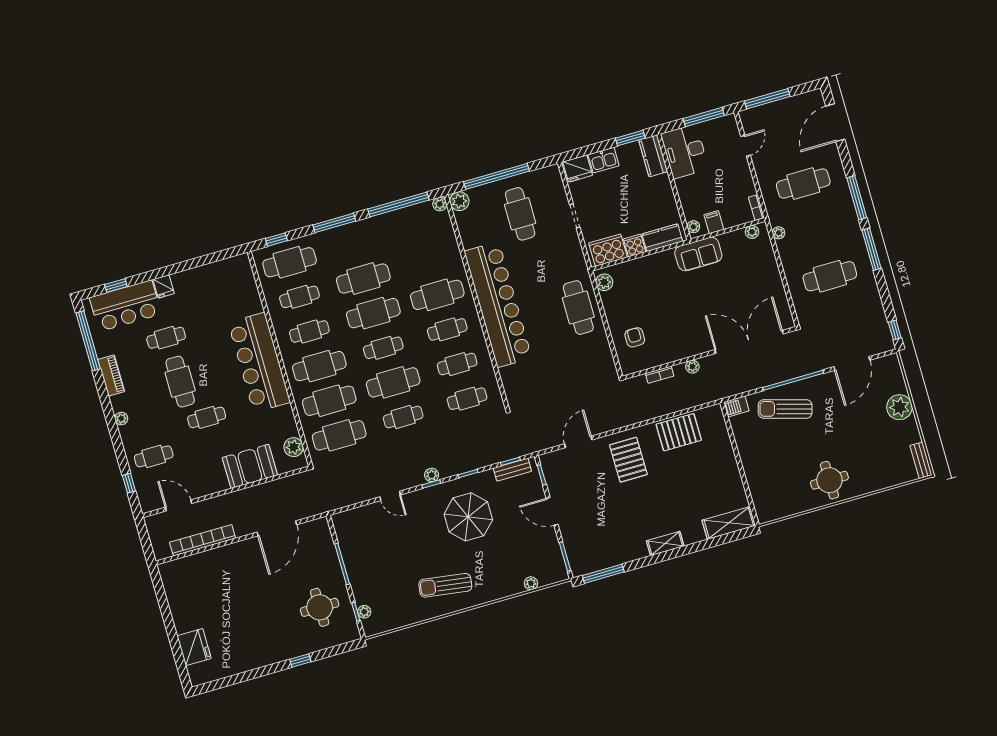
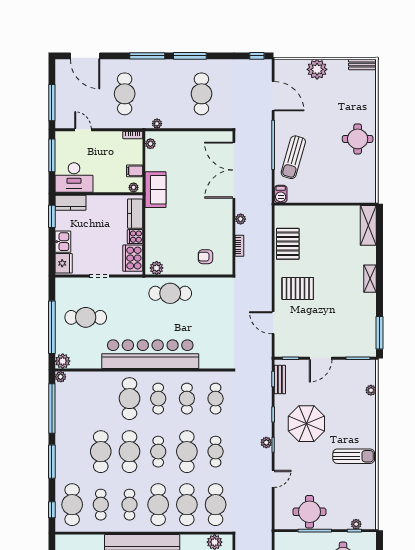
round table: (363, 551) -> (309, 512), added
sun lounger: (445, 585) -> (354, 456), turned -98

